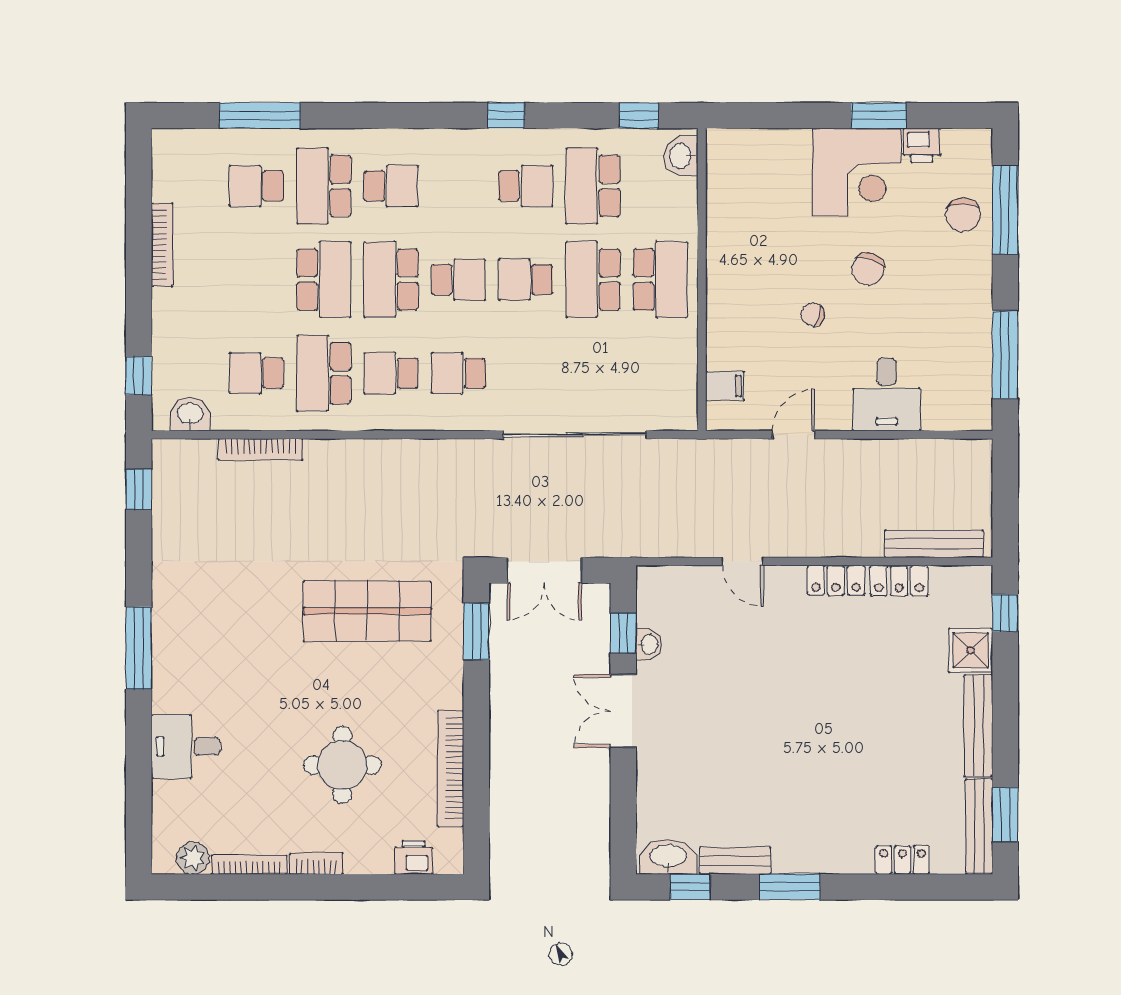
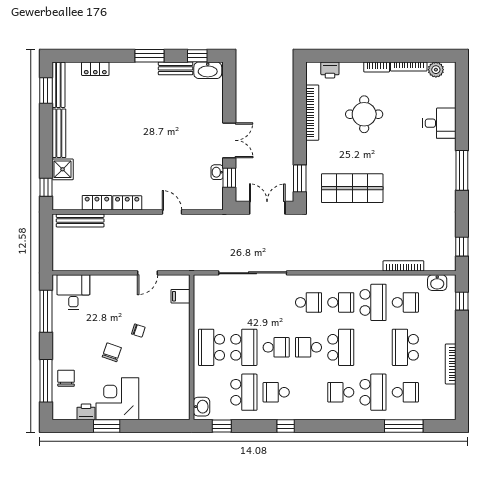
school desk: (324, 280) -> (405, 347), moved
desk: (887, 394) -> (73, 292), moved

